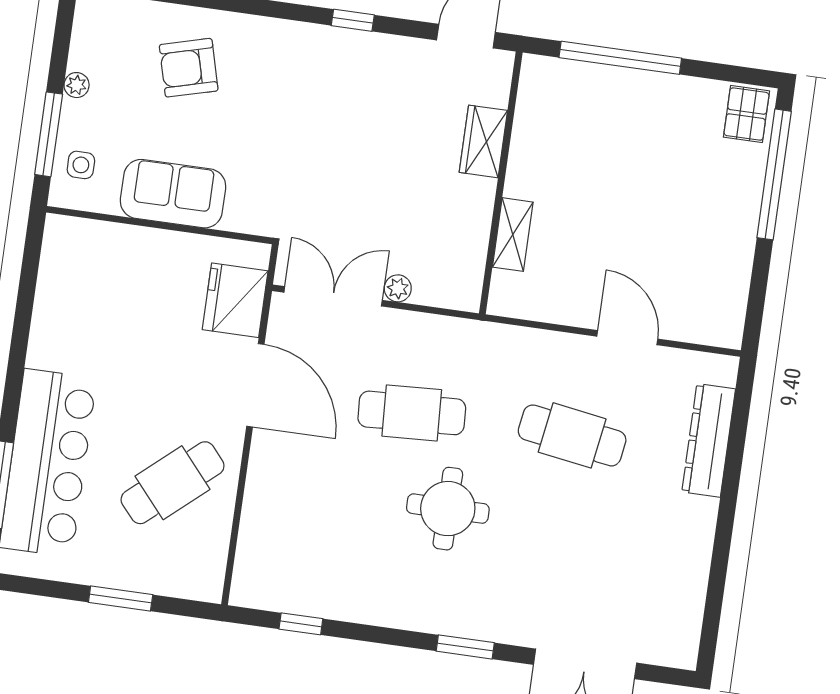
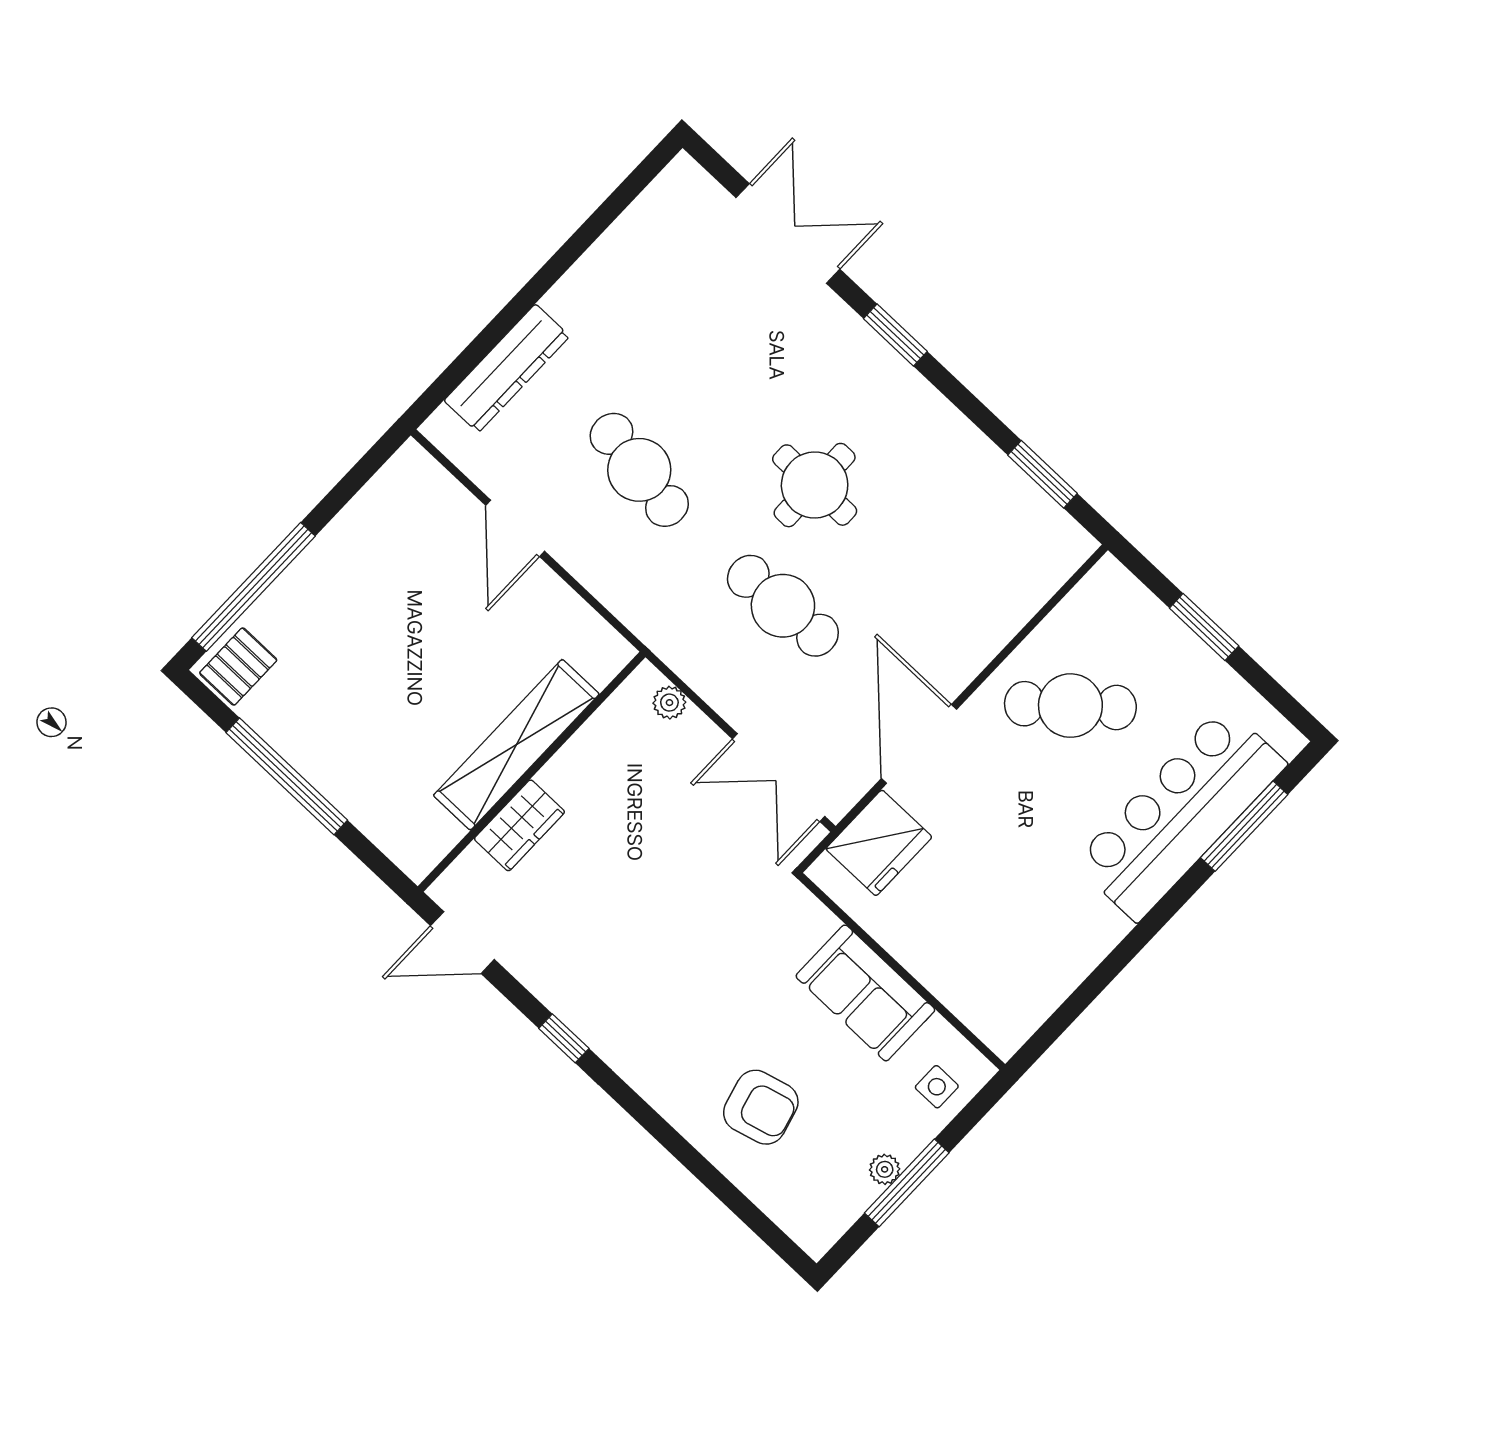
window: (620, 58) -> (287, 776), moved
window: (49, 134) -> (907, 1183), moved
shelving: (513, 235) -> (516, 745), width x2.20, depth x1.33
plant: (398, 288) -> (669, 703), moved
window: (301, 624) -> (1043, 474), width x1.50

